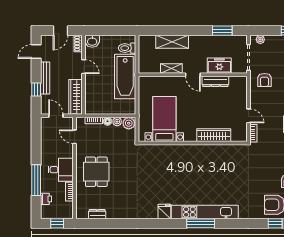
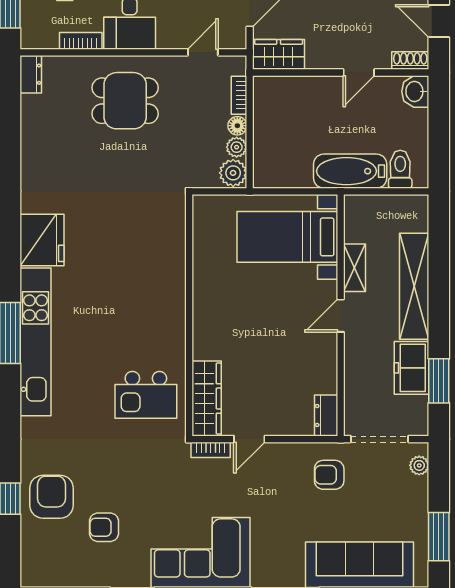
shelving: (172, 42) -> (414, 286), width x1.47
freezer: (219, 66) -> (411, 368), moved, turned 180
bathtub: (125, 77) -> (350, 171), width x0.73, depth x0.73
dresser: (215, 81) -> (326, 416), moved, width x0.70
wardrobe: (76, 97) -> (279, 54), width x0.67
bed with nightstands: (164, 119) -> (287, 237), moved, turned 180
wardrobe: (214, 135) -> (207, 399), moved
kitchen island: (229, 162) -> (146, 395), added
fridge: (164, 212) -> (42, 240), width x1.88, depth x1.34
dresser: (97, 214) -> (31, 74), moved

